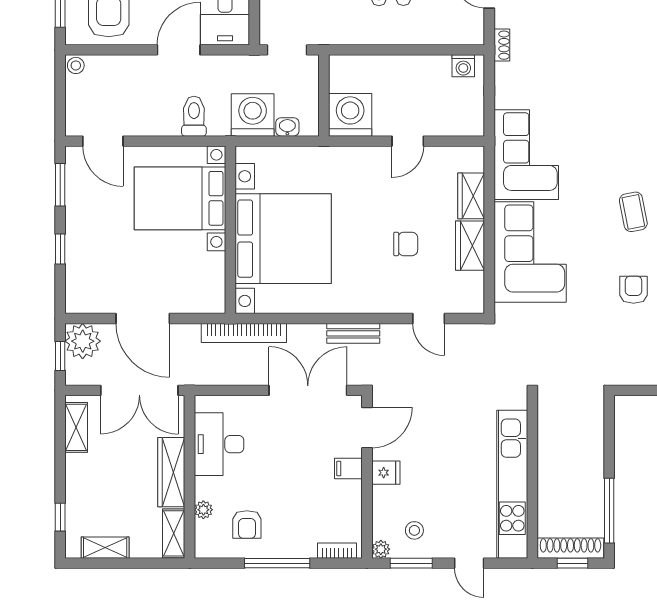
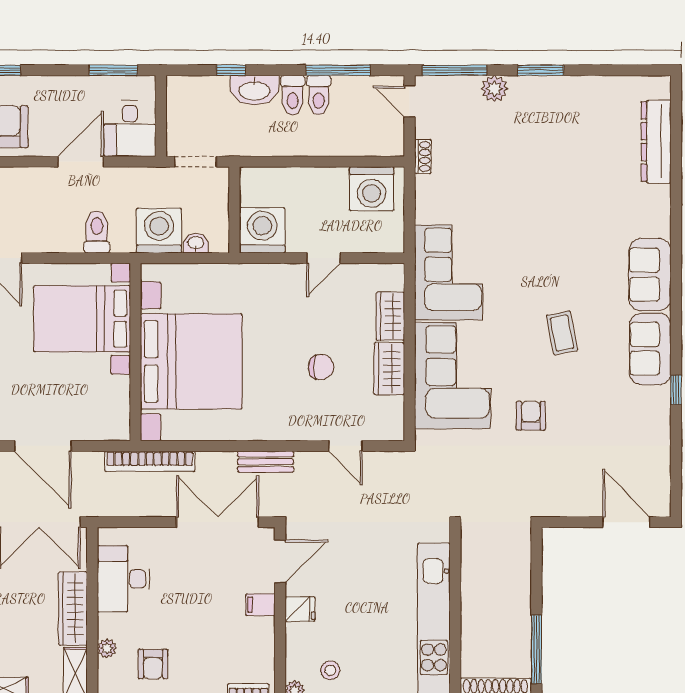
washing machine: (463, 66) -> (372, 189), width x1.89, depth x1.89
armchair: (634, 290) -> (531, 416), moved

